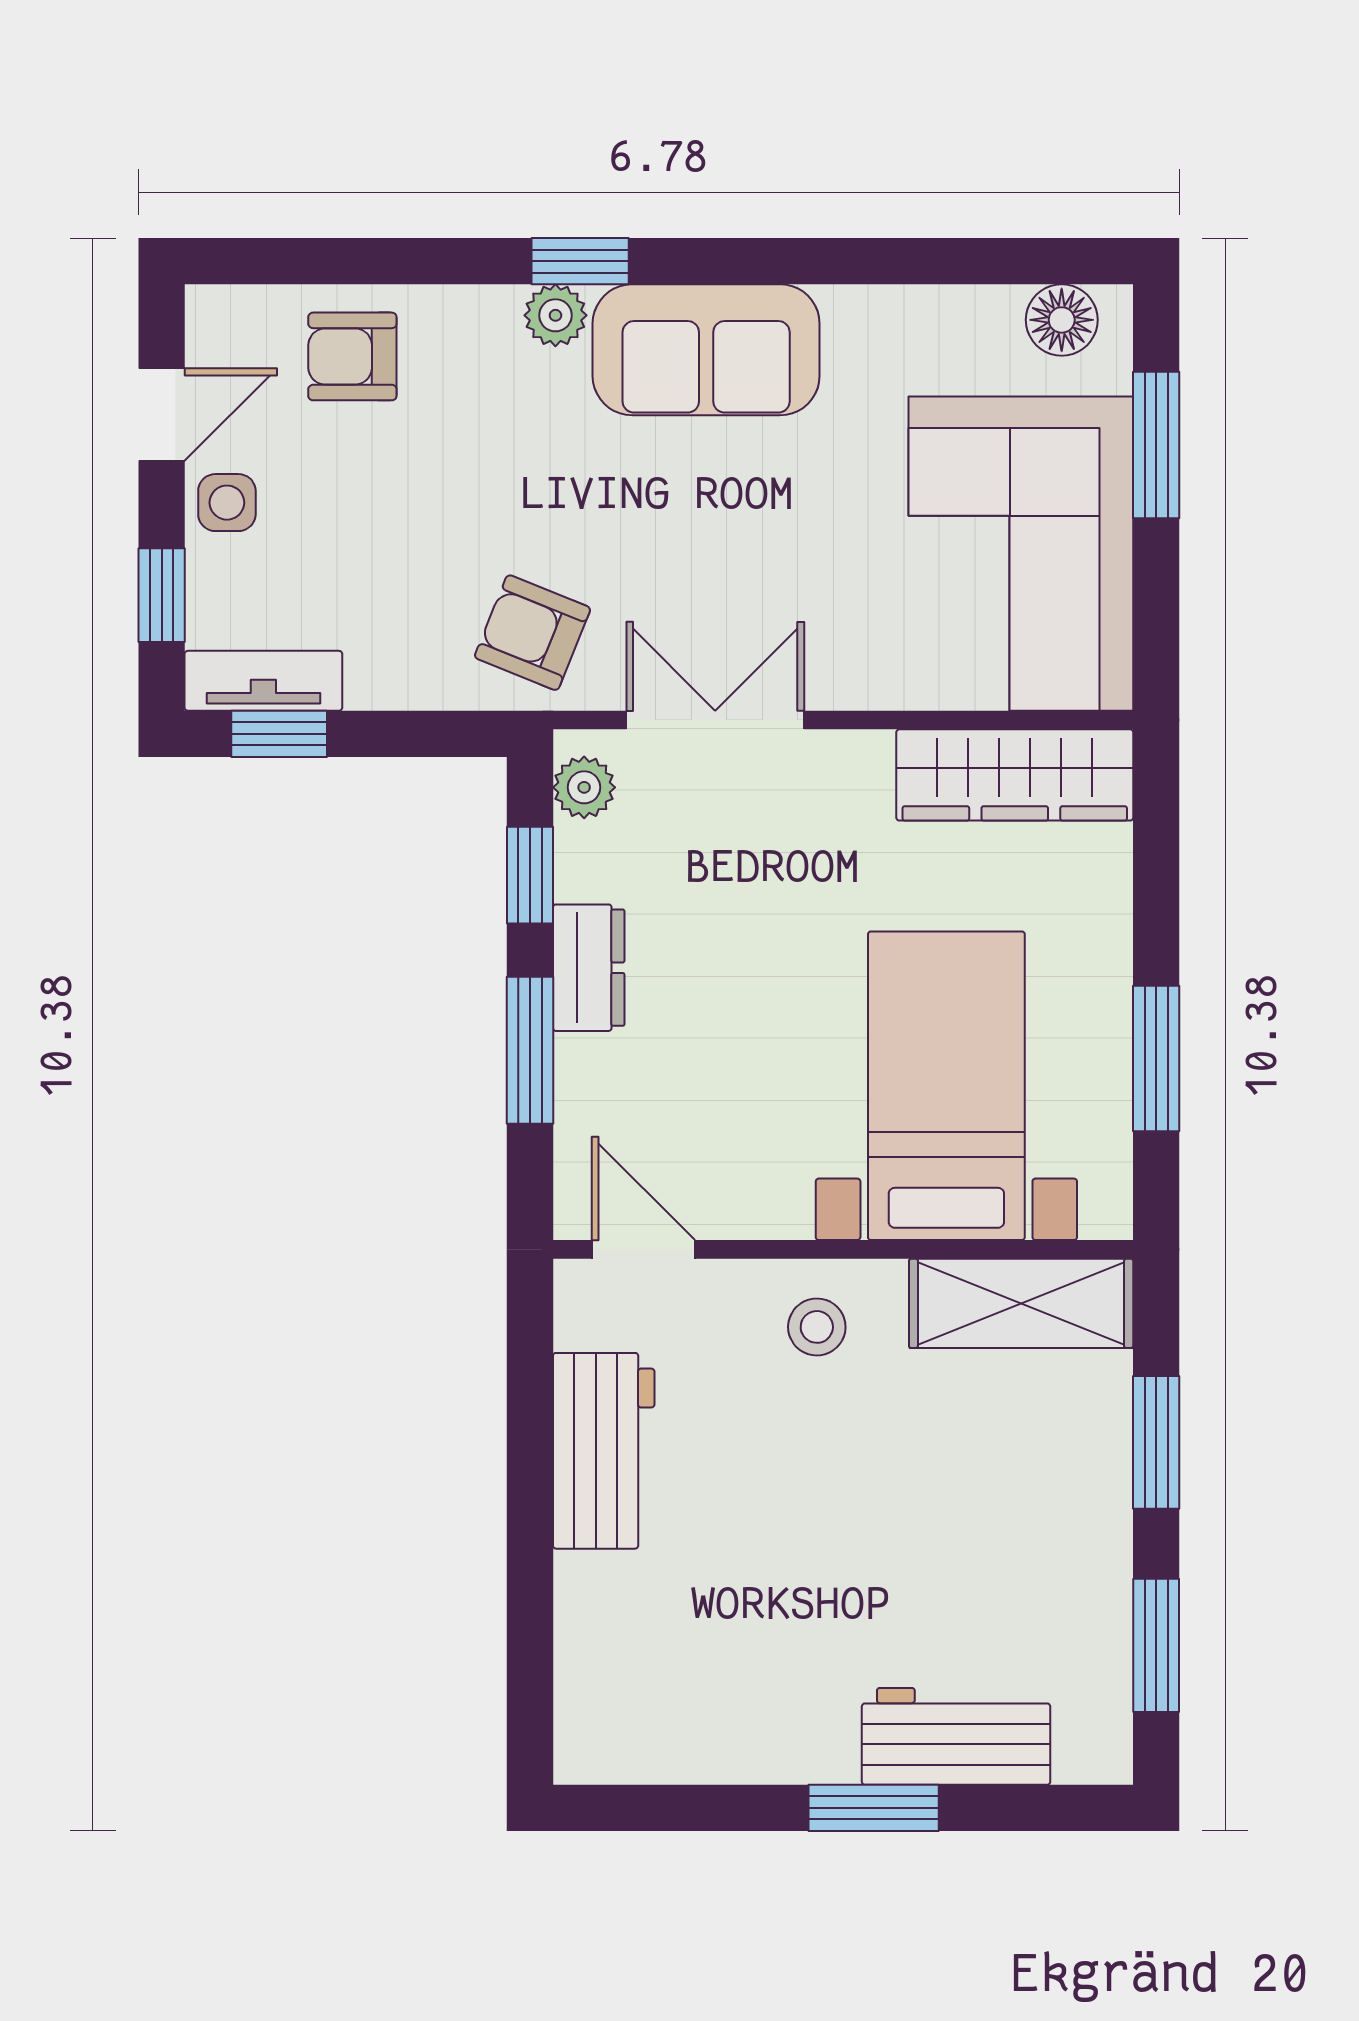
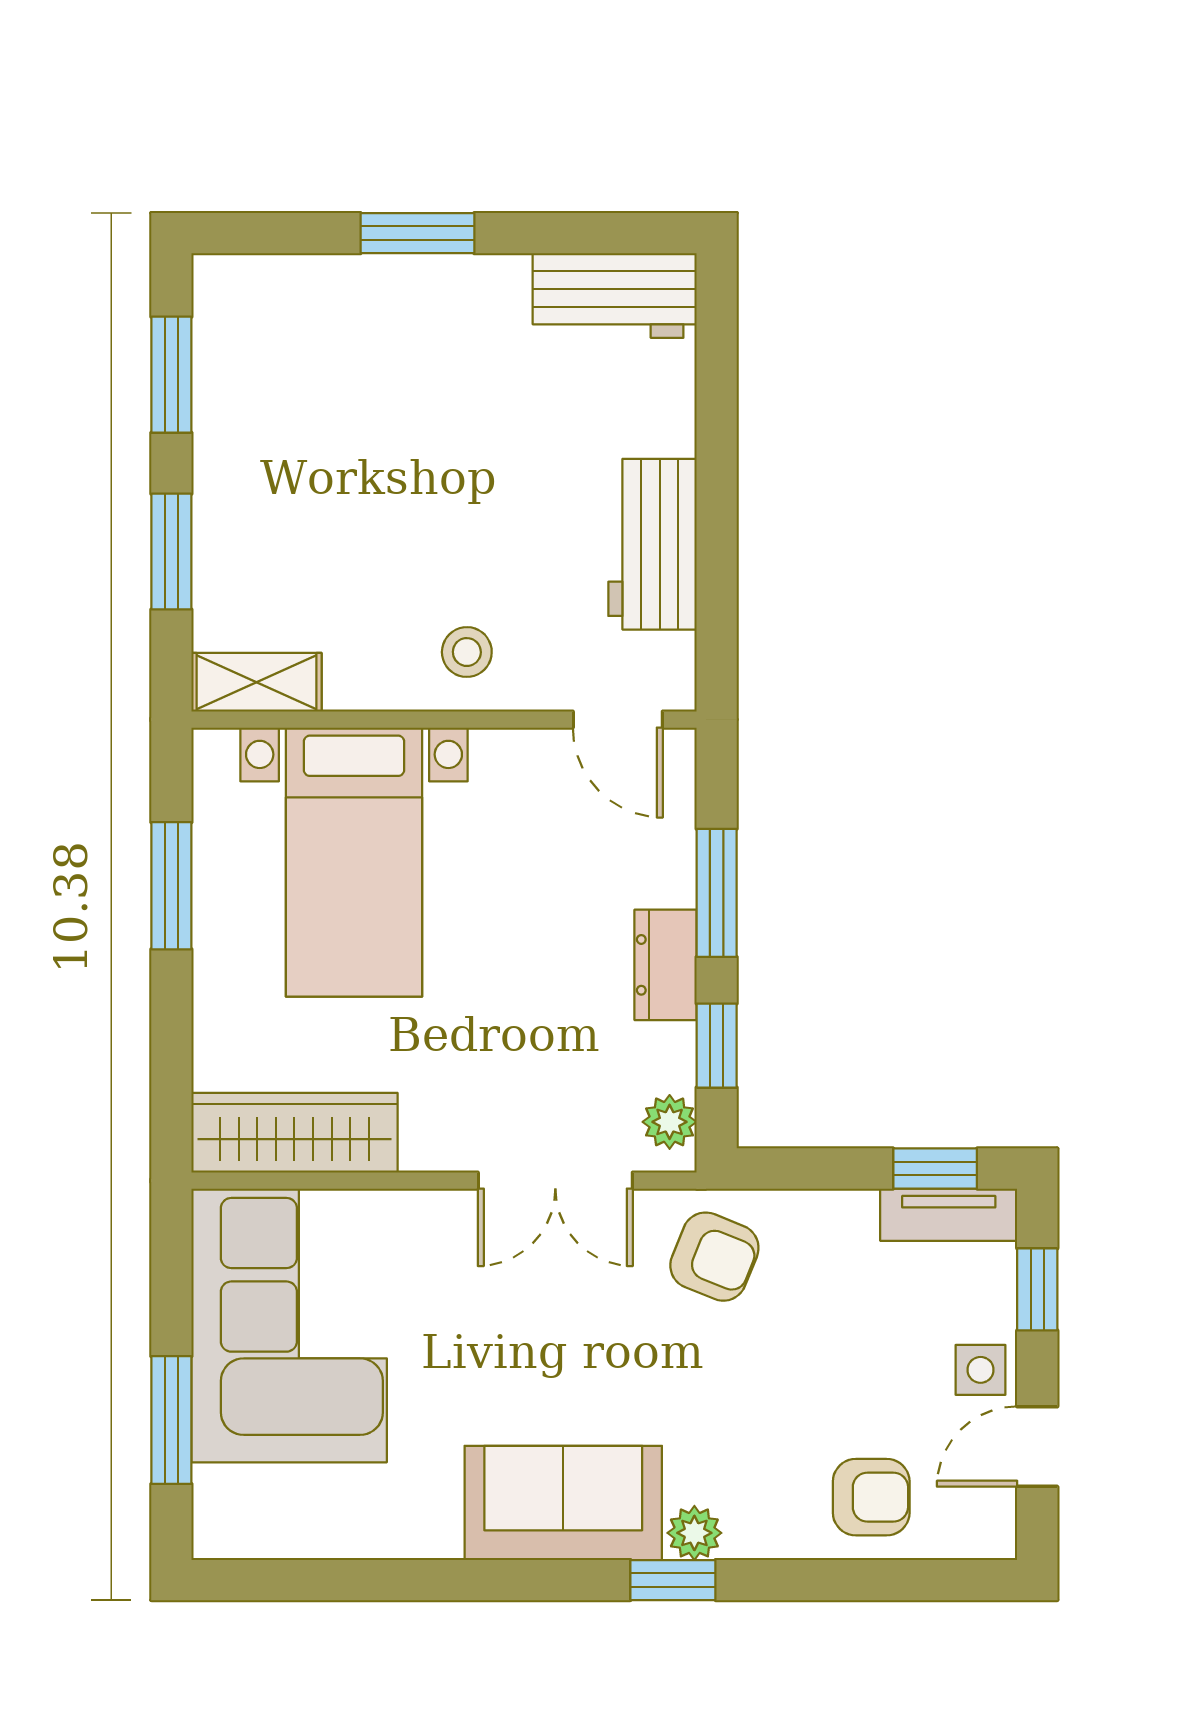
floor lamp: (1062, 320) -> (254, 1529), removed
shelving: (1021, 1303) -> (256, 682), width x0.67, depth x0.75
workbench: (956, 1736) -> (615, 296), moved

